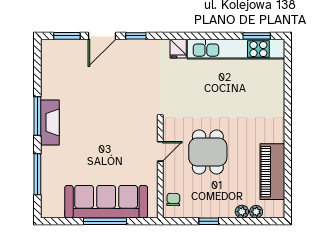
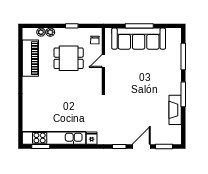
fireplace: (50, 122) -> (175, 110), moved
door: (160, 151) -> (103, 61), moved
dining table: (208, 152) -> (69, 58), moved, turned 90

